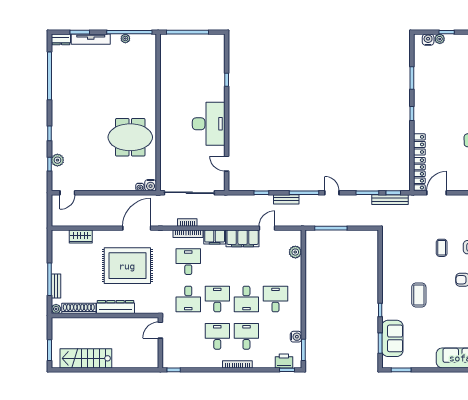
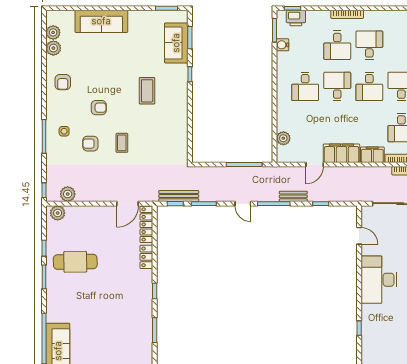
desk: (217, 336) -> (369, 45), turned 180

